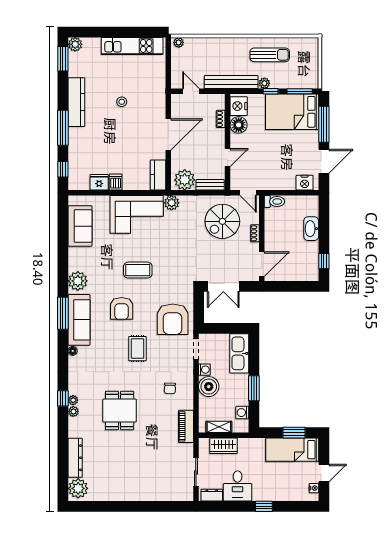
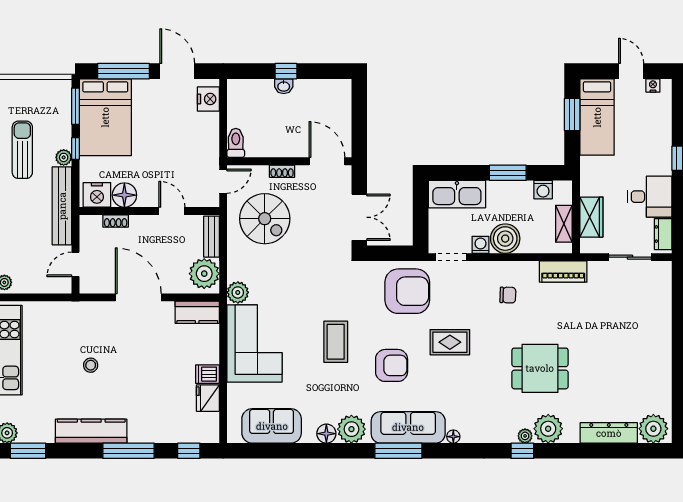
washbasin: (311, 229) -> (284, 86), width x0.52, depth x0.69
window: (324, 261) -> (286, 71), moved
floor lamp: (75, 264) -> (326, 434), added
plant: (73, 411) -> (548, 429), width x1.88, depth x1.88

